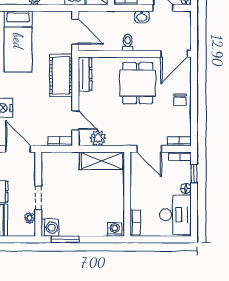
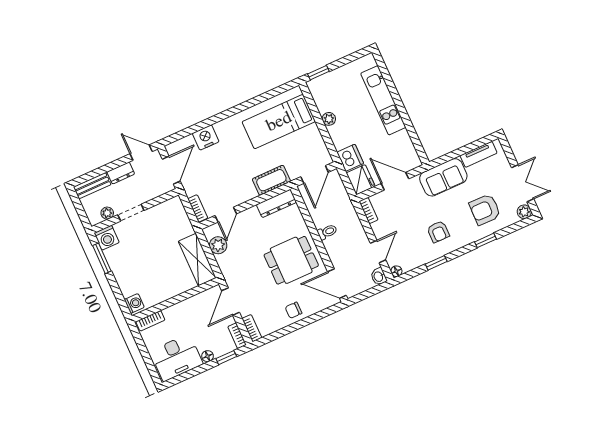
washbasin: (142, 17) -> (379, 276), moved
cot: (61, 75) -> (271, 180), width x0.73, depth x0.75

